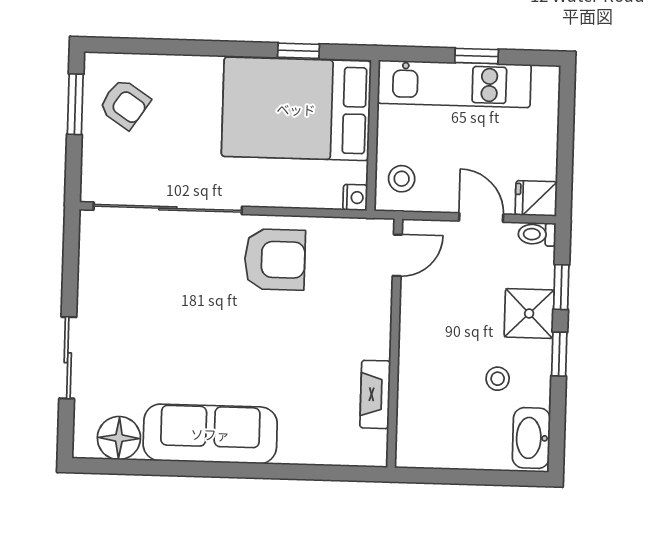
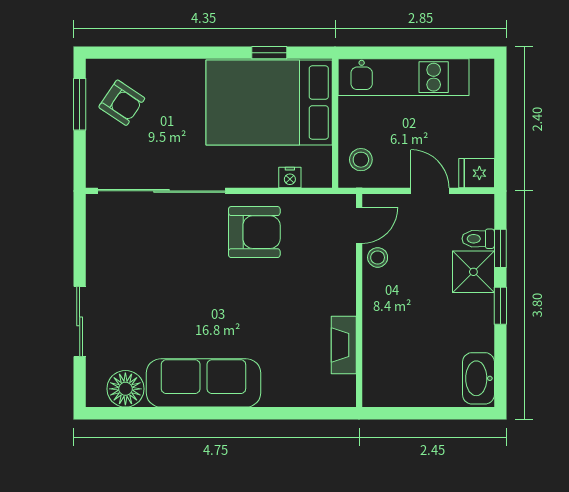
window: (477, 56) -> (422, 53), removed
nightstand: (355, 197) -> (290, 178), moved, turned 90
toilet: (537, 234) -> (478, 239), moved
stool: (498, 379) -> (378, 257), moved

